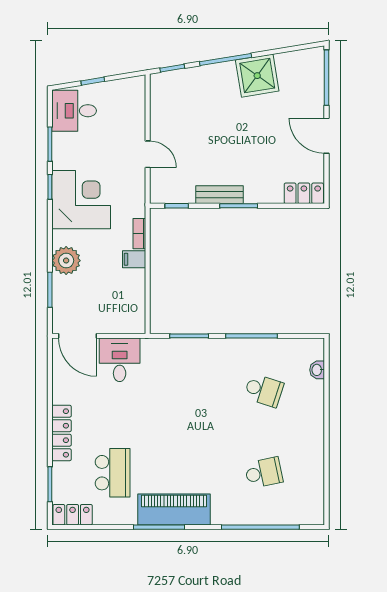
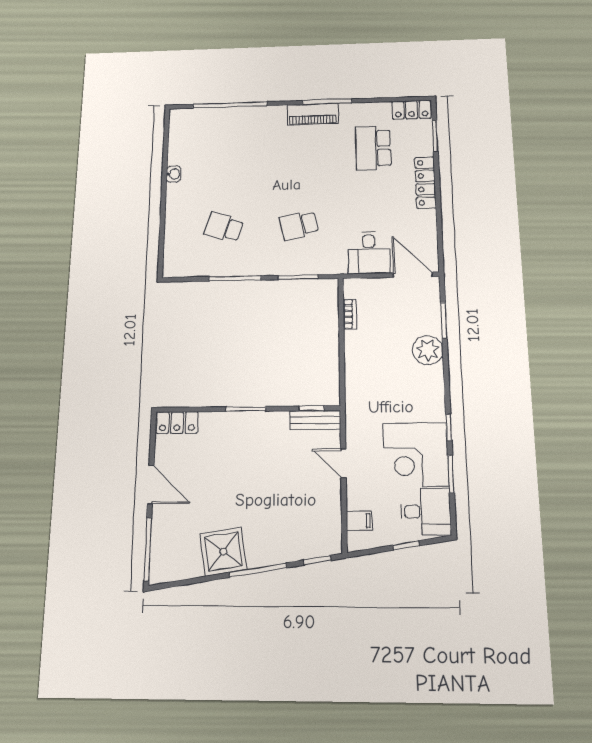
bench: (220, 195) -> (315, 420), moved
corner desk: (81, 200) -> (416, 454), moved
bookcase: (139, 234) -> (350, 314), moved
filing cabinet: (134, 259) -> (359, 521), moved
washbasin: (317, 370) -> (174, 174), moved
school desk: (264, 473) -> (299, 225), moved
piano: (174, 509) -> (313, 114), width x0.73, depth x0.75

